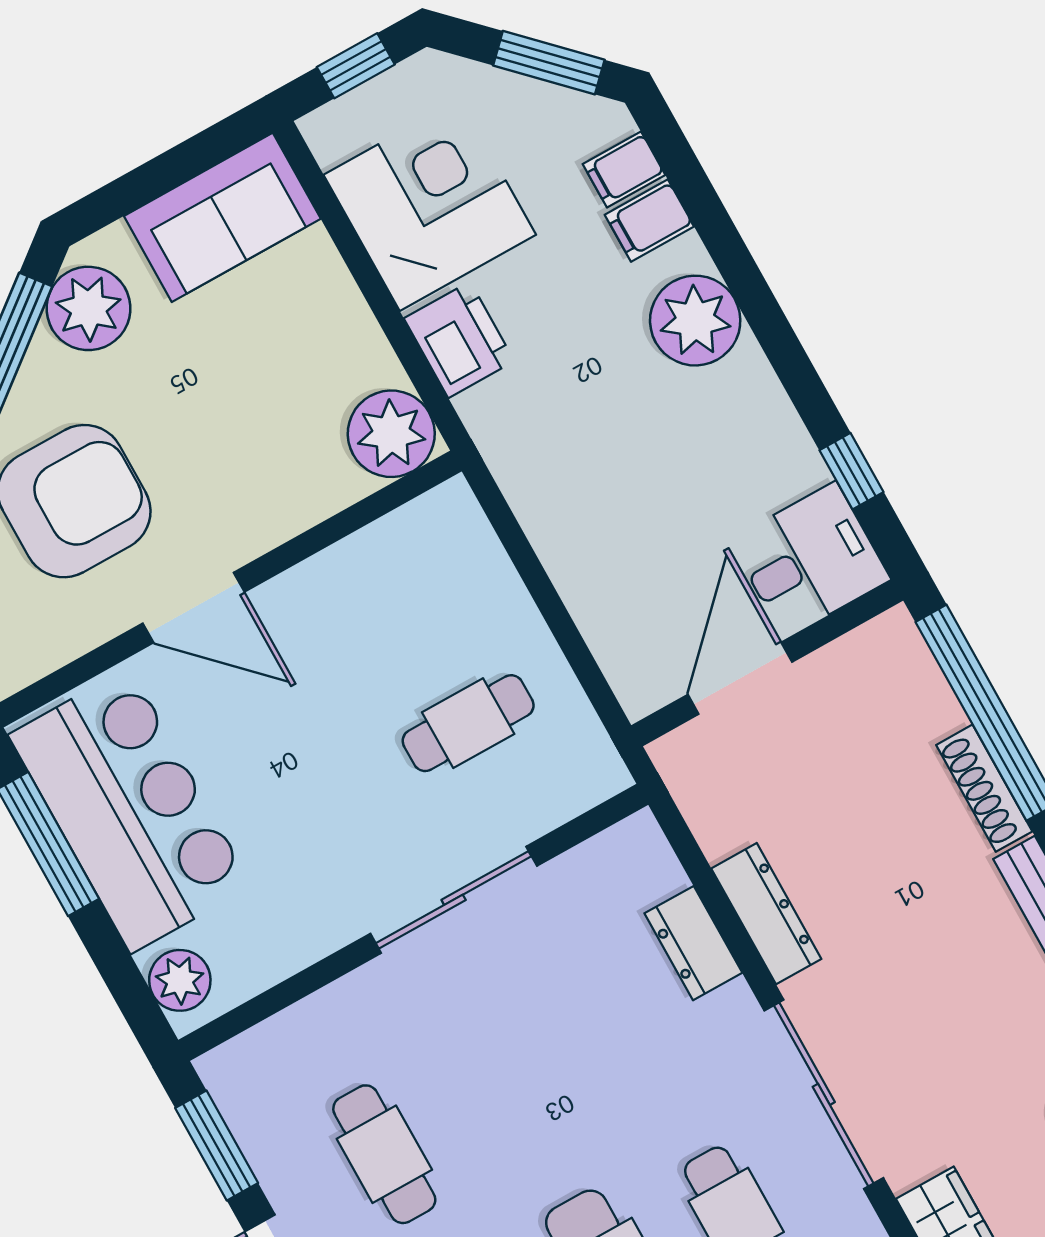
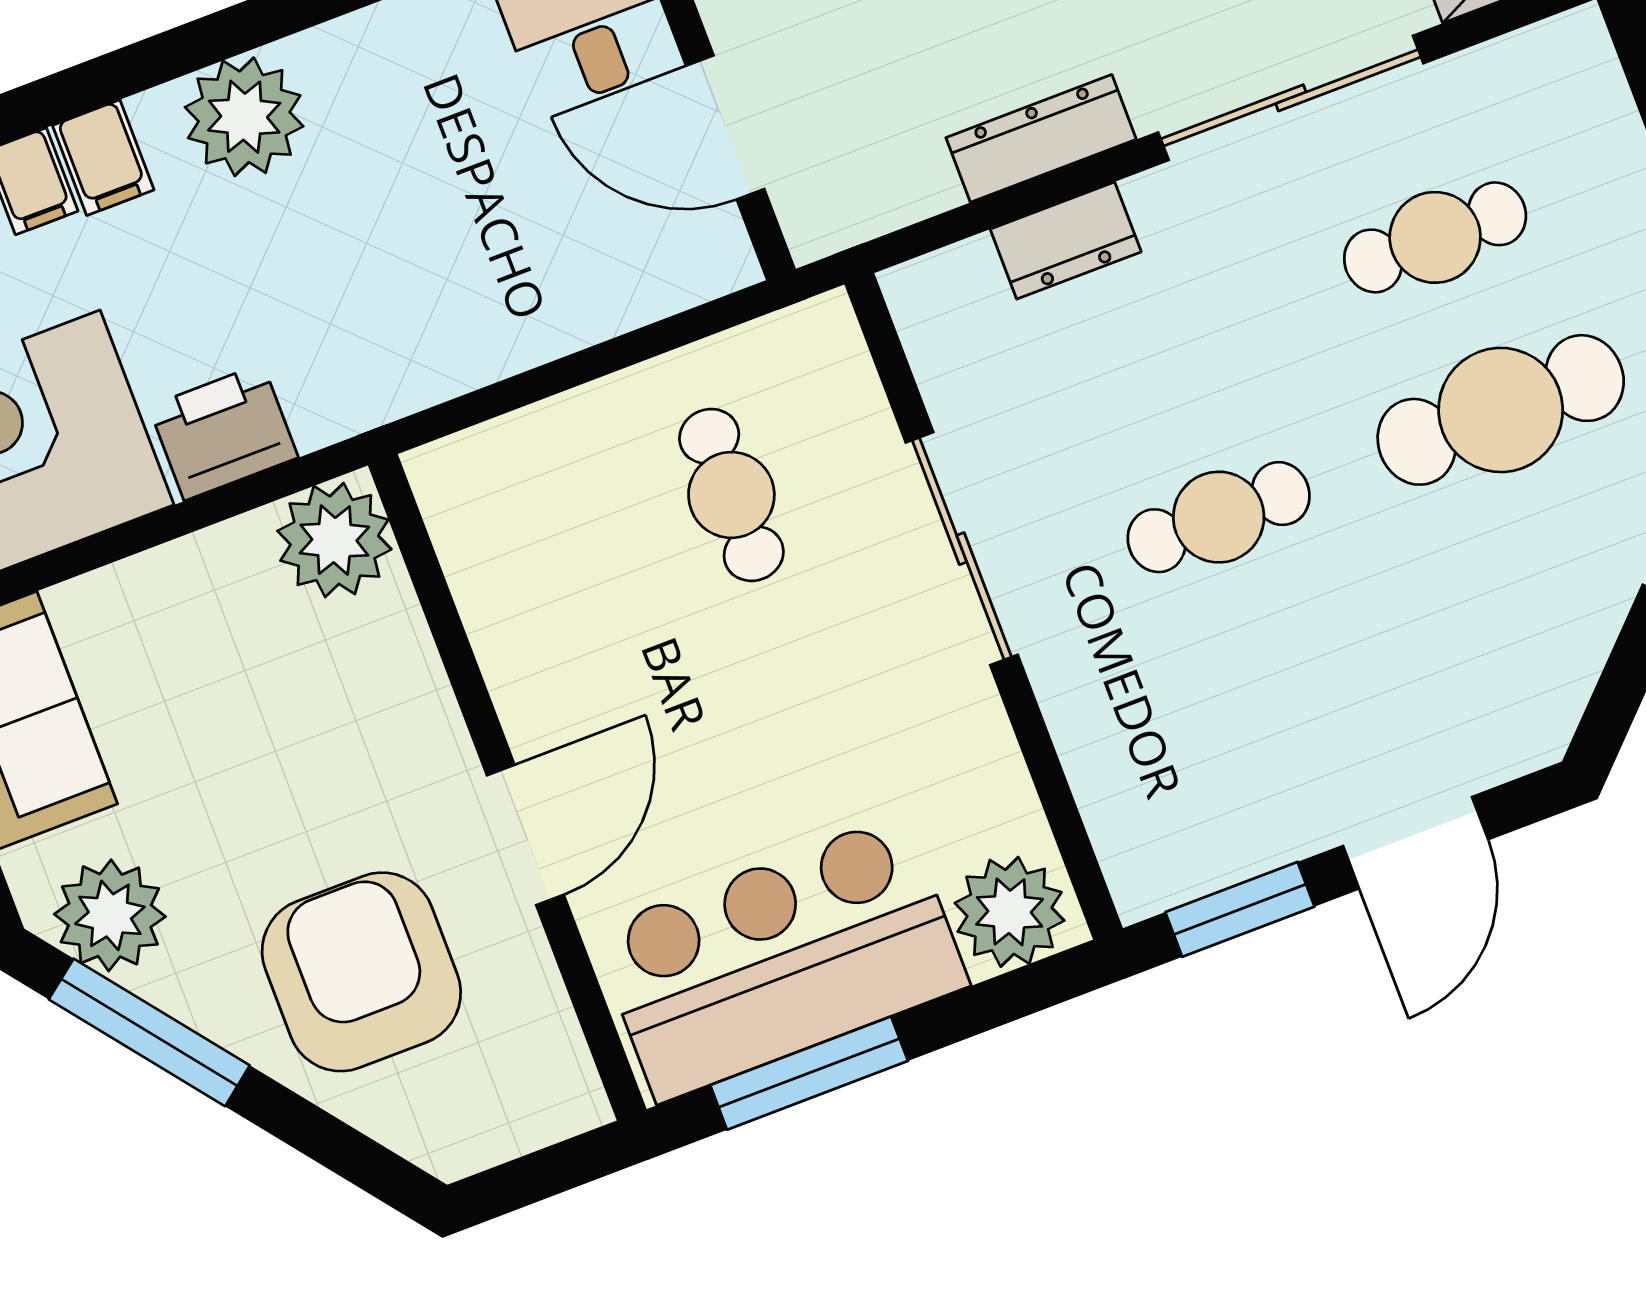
plant: (180, 980) -> (1010, 912), width x1.36, depth x1.36
cafe table: (384, 1154) -> (1219, 517), moved

